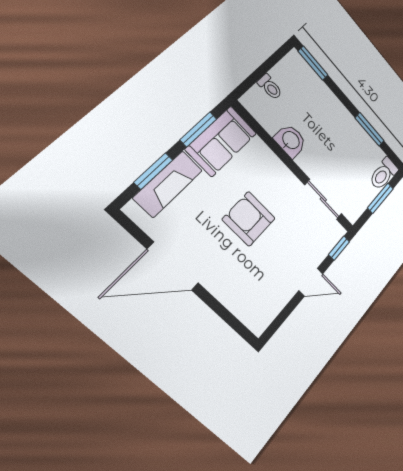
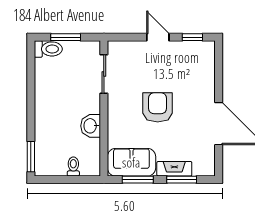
window: (370, 129) -> (31, 84), removed
fireplace: (168, 184) -> (174, 169), width x0.73, depth x0.76
armchair: (249, 219) -> (158, 107), turned 180
window: (339, 248) -> (192, 37), moved

